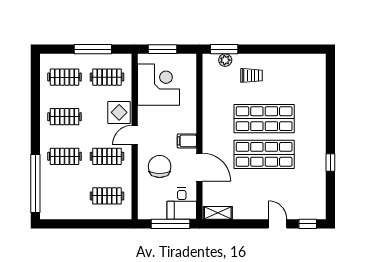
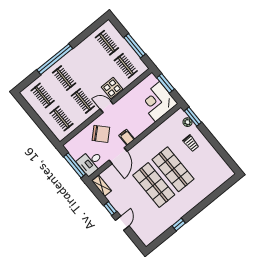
corner desk: (158, 85) -> (158, 102), moved, turned 180
clothes rail: (65, 117) -> (43, 96), moved
chair: (160, 166) -> (101, 134), turned 47
window: (35, 184) -> (55, 59), moved
window: (308, 224) -> (110, 209), moved

